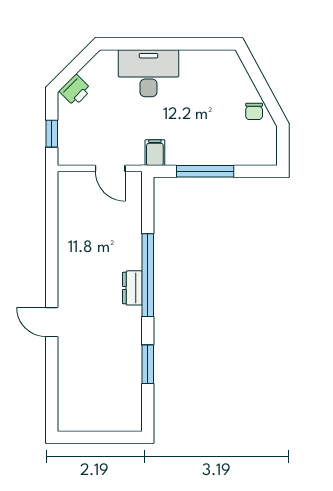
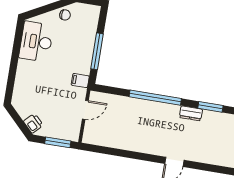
desk: (149, 73) -> (36, 42), moved
window: (52, 134) -> (58, 142), width x1.50
dresser: (132, 288) -> (191, 113), moved

